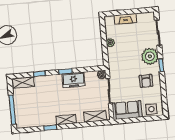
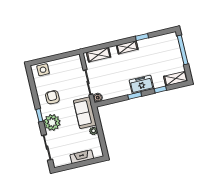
freezer: (73, 80) -> (141, 84), moved
sofa: (127, 110) -> (85, 113), moved, turned 90

